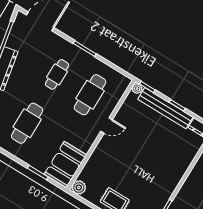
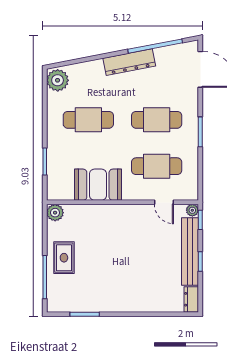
cafe table: (57, 74) -> (157, 120), width x1.37, depth x1.35
door: (107, 126) -> (164, 202), moved
booth: (65, 165) -> (98, 185), moved

